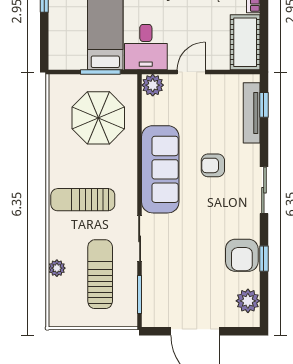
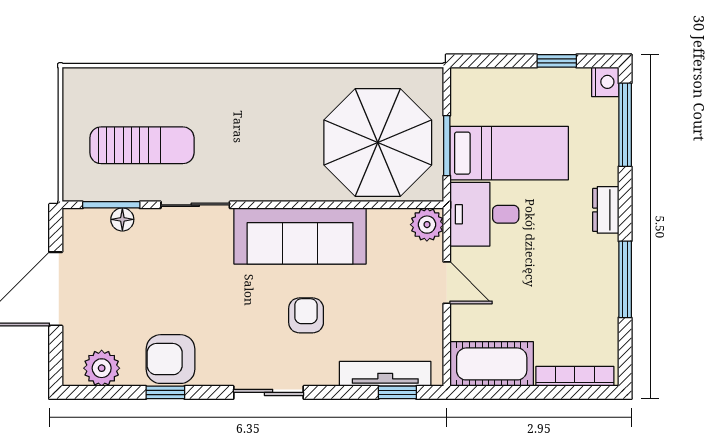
parasol: (98, 118) -> (378, 142), width x1.36, depth x1.36
sun lounger: (83, 200) -> (254, 119), removed
plant: (57, 268) -> (151, 80), removed
floor lamp: (149, 287) -> (122, 219), added

